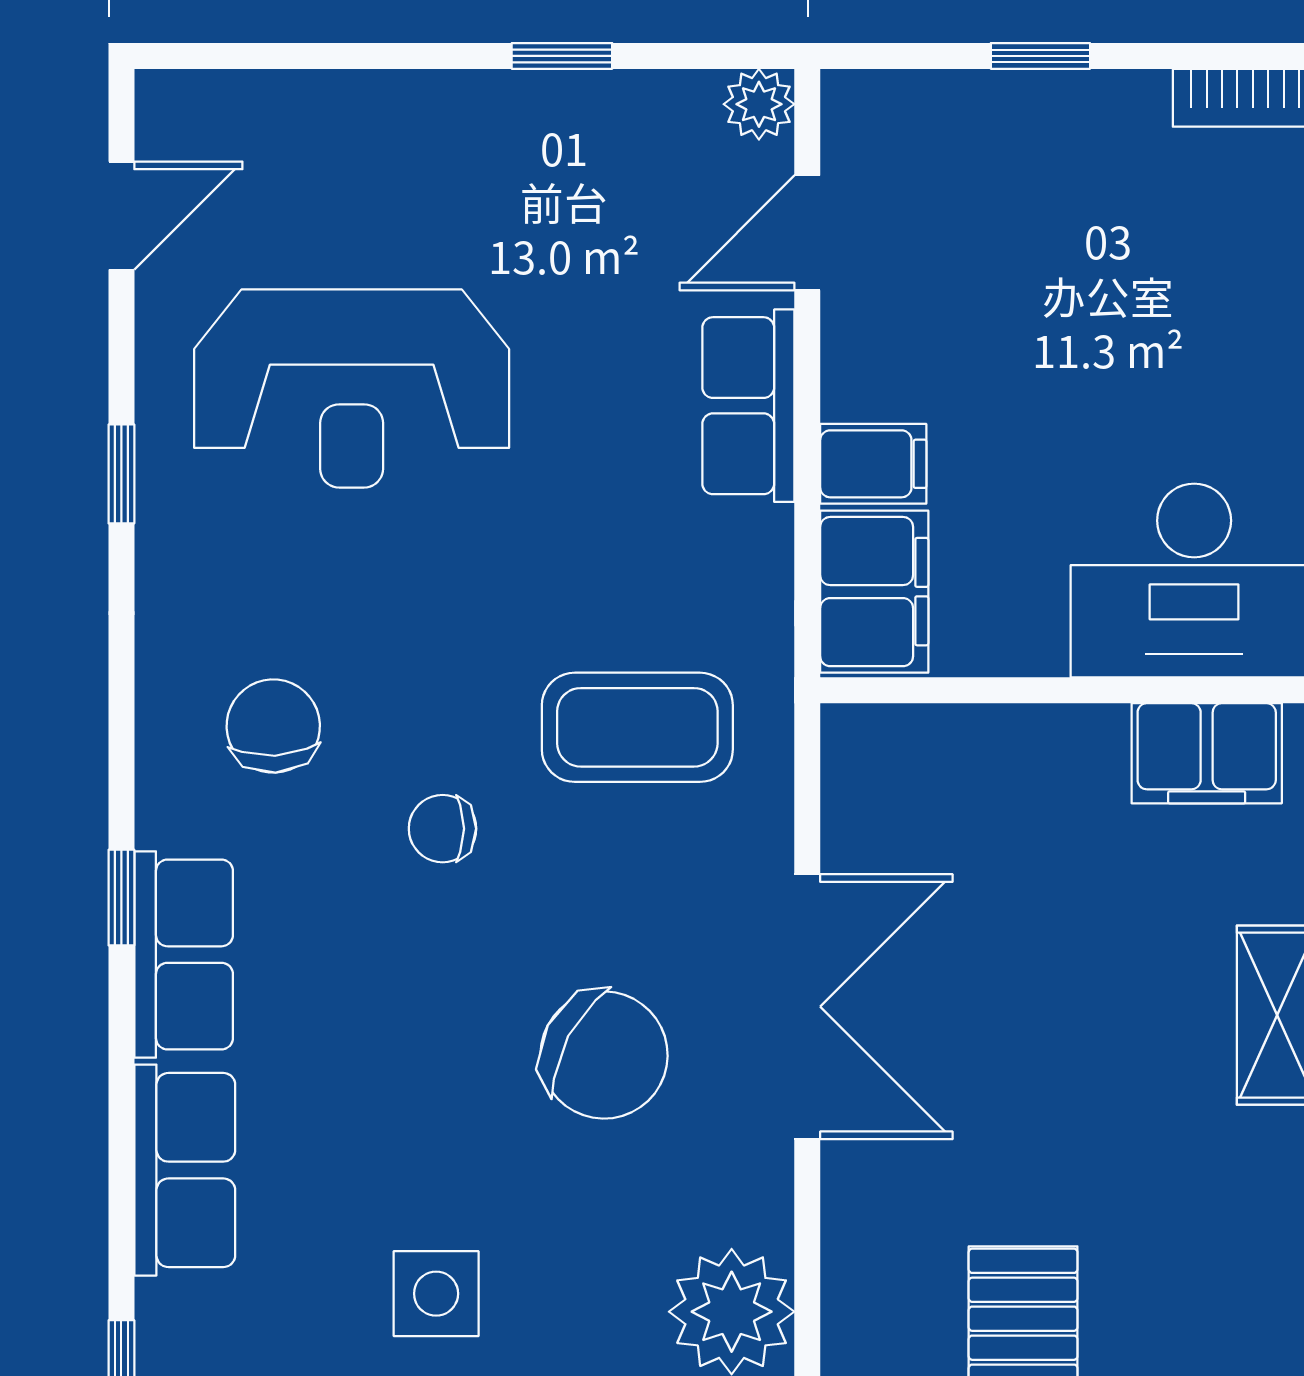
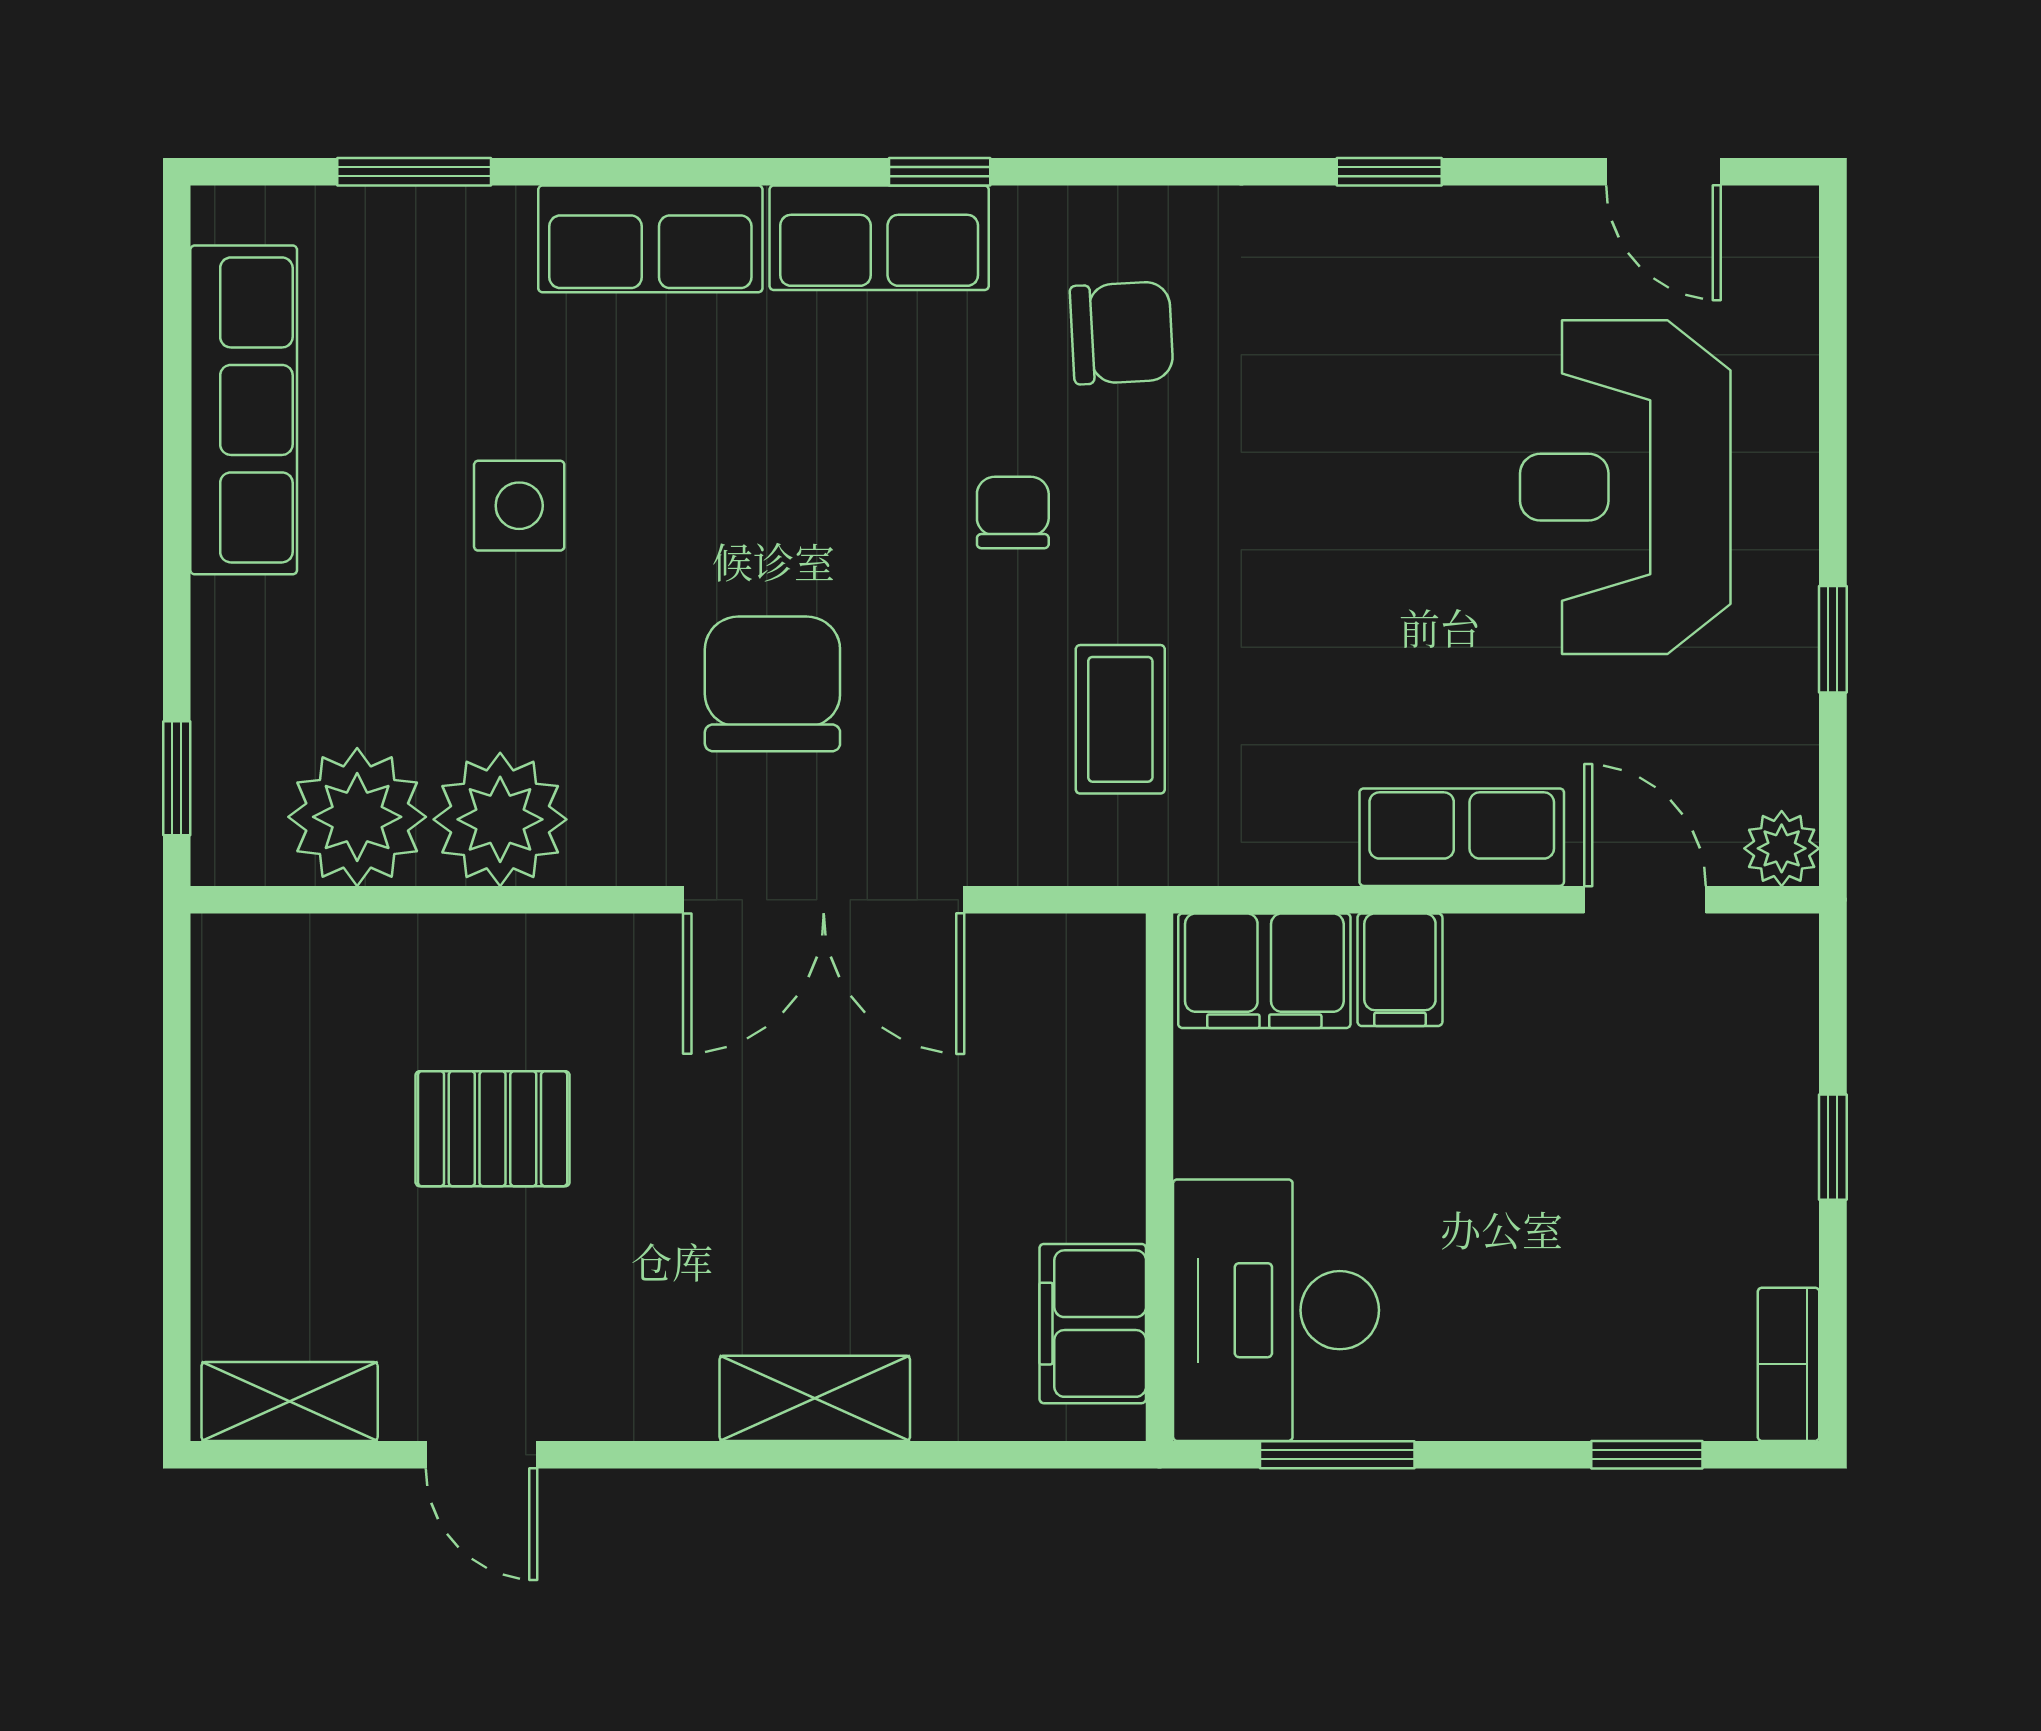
reception desk: (352, 388) -> (1625, 487), moved
coffee table: (637, 727) -> (1120, 719), width x0.73, depth x0.77
chair: (604, 1055) -> (772, 684), turned 152

